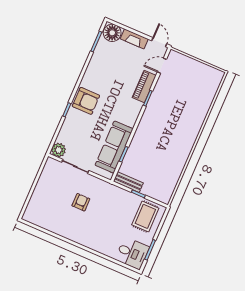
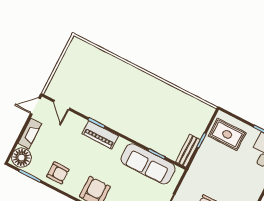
armchair: (101, 66) -> (58, 173), added
piano: (144, 86) -> (100, 135), moved

